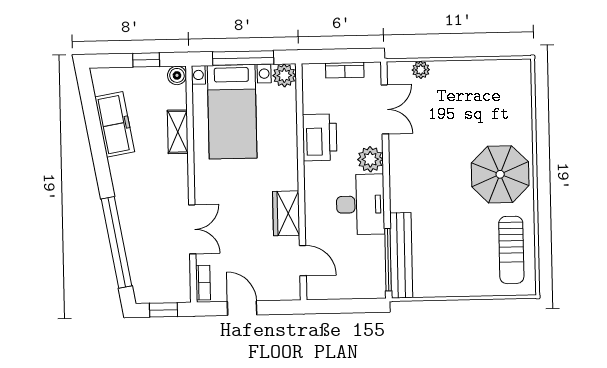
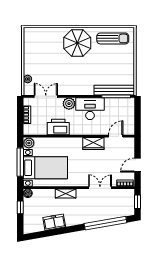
freezer: (115, 124) -> (54, 222), width x0.71
shelving: (178, 132) -> (66, 193), moved

